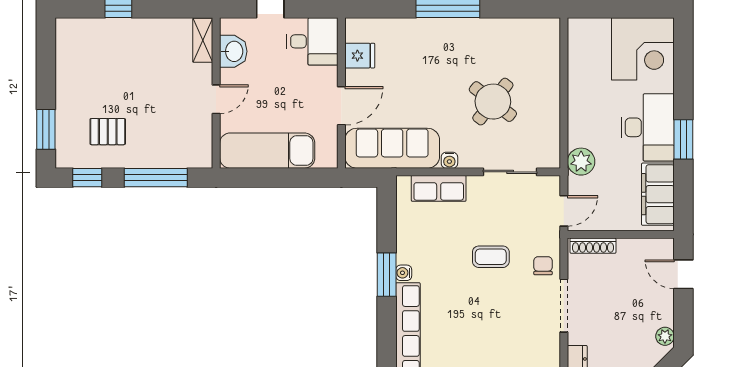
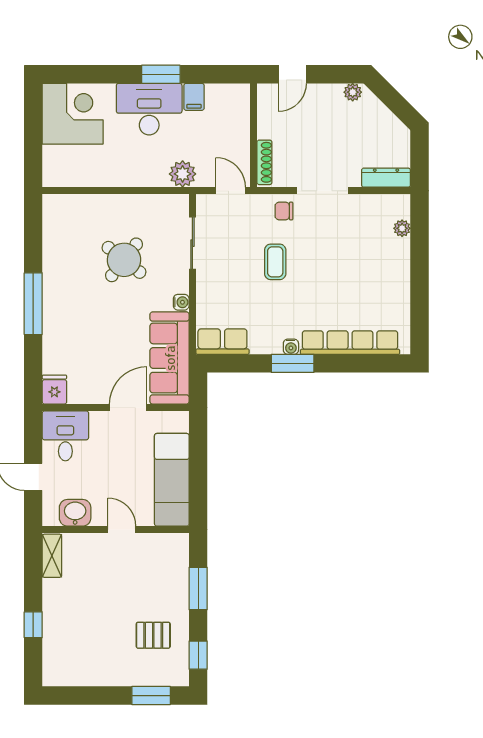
shelving: (203, 40) -> (52, 556), moved, turned 90
fridge: (360, 56) -> (54, 390), moved
door: (341, 106) -> (128, 407), hinge flipped
pallet: (108, 132) -> (153, 635), turned 90
window: (156, 178) -> (198, 588), width x0.69
row of seats: (439, 188) -> (222, 342), moved, turned -90
filing cabinet: (658, 194) -> (194, 97), width x0.33, depth x0.86

